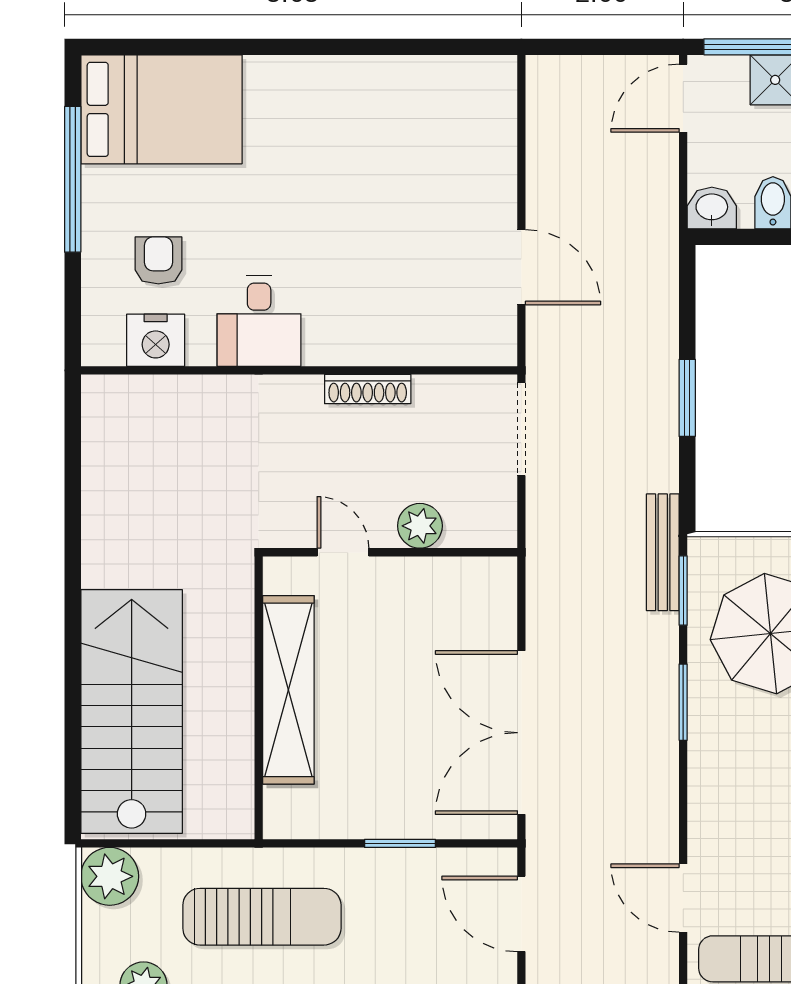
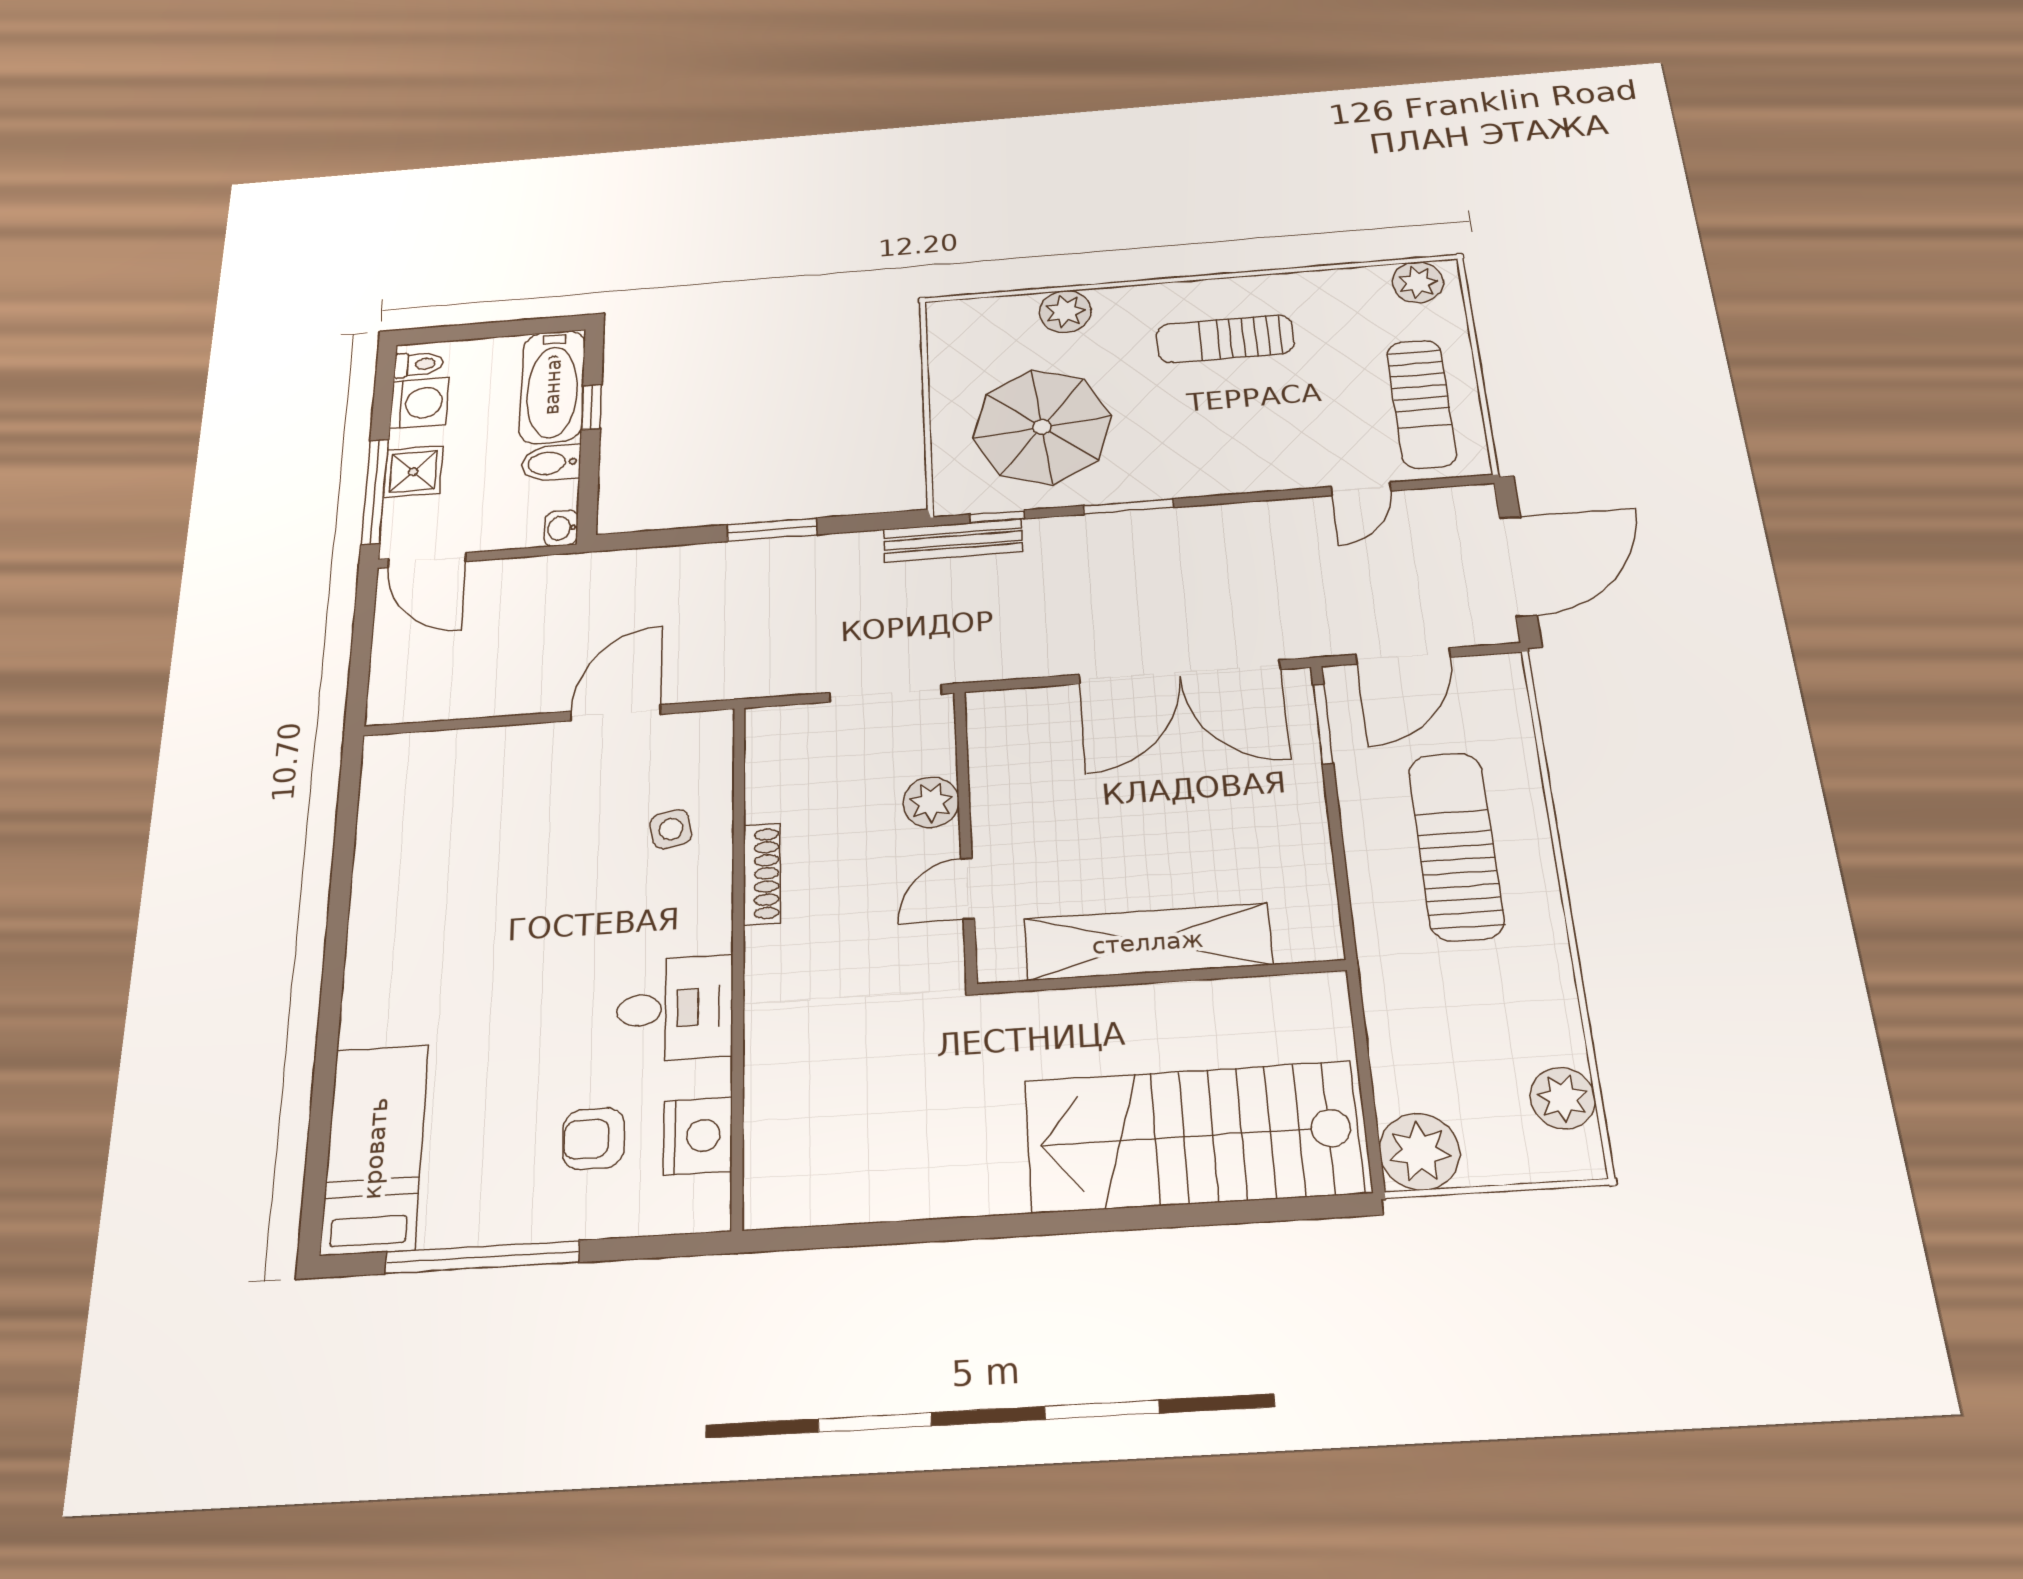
bed: (161, 109) -> (375, 1149), width x0.67
washbasin: (712, 208) -> (561, 528), width x0.72, depth x0.69
side table: (412, 315) -> (671, 829), added
doorway: (521, 429) -> (885, 693), moved
window: (683, 591) -> (997, 517), width x0.67
window: (400, 843) -> (1323, 724), moved
door: (683, 898) -> (1361, 489), width x0.73
sun lounger: (262, 917) -> (1456, 846), moved

